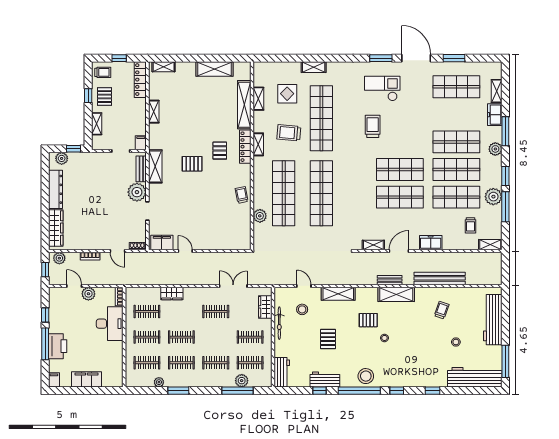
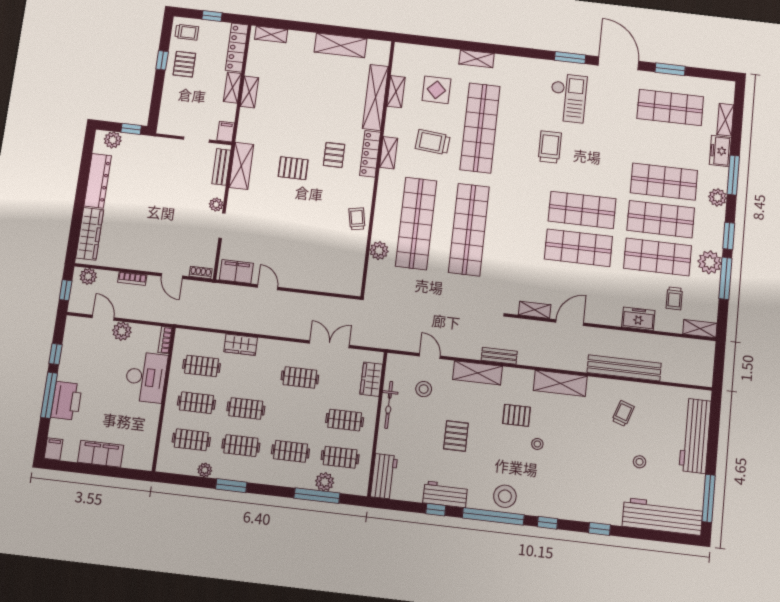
checkout: (382, 88) -> (568, 98), turned 90
shelving: (97, 124) -> (232, 88), moved
plant: (137, 192) -> (216, 205), width x0.53, depth x0.53
freezer: (431, 243) -> (638, 319), moved
bench: (390, 280) -> (499, 356), moved

